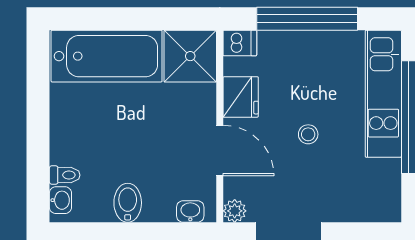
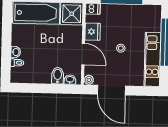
kitchen unit: (383, 94) -> (152, 59), moved
washbasin: (60, 200) -> (16, 52), moved
bidet: (128, 203) -> (58, 76), moved

